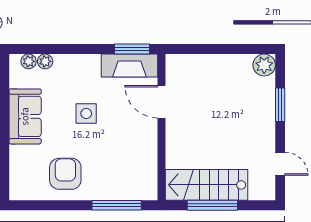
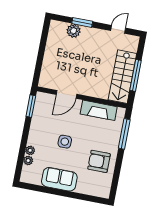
plant: (29, 61) -> (30, 150), moved
fireplace: (129, 65) -> (99, 110), moved, turned 90
plant: (264, 65) -> (74, 31), moved

